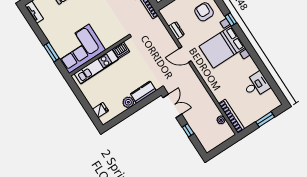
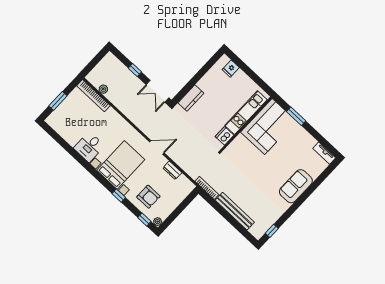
desk: (256, 85) -> (89, 147), moved
plant: (128, 102) -> (204, 84), removed

